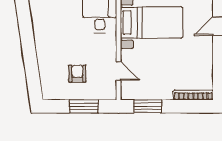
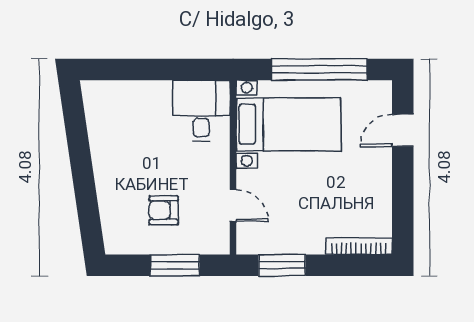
armchair: (77, 74) -> (164, 210), turned -90

